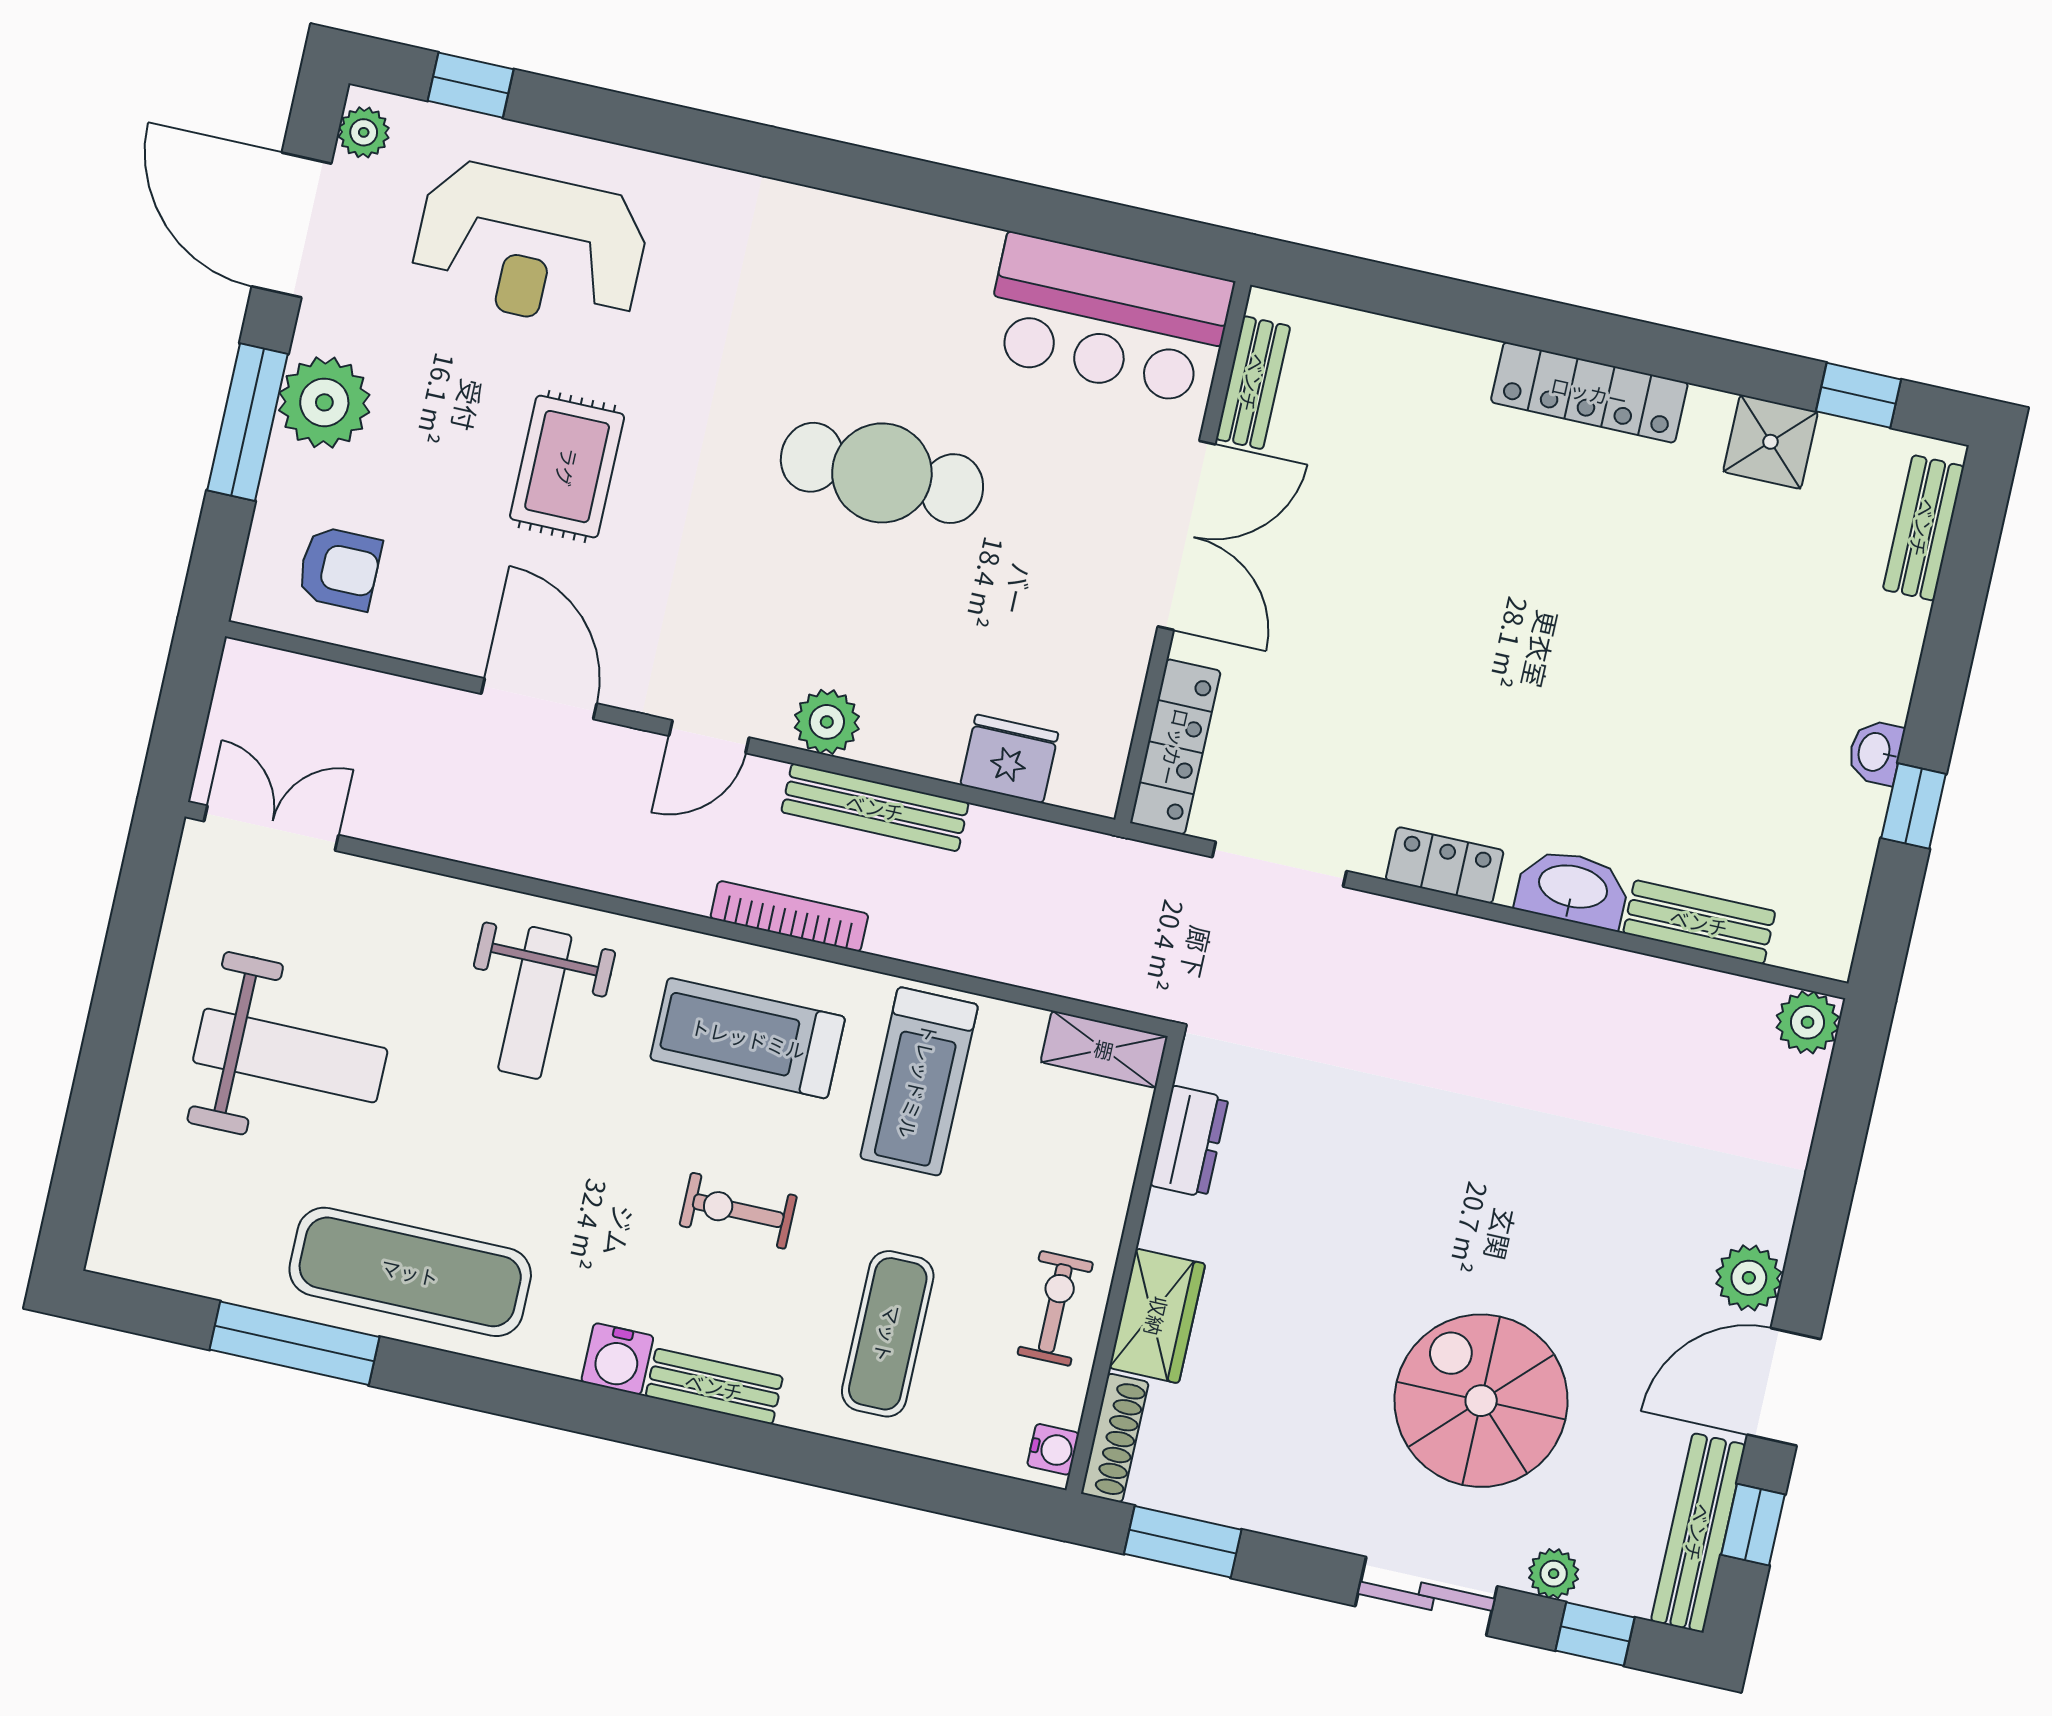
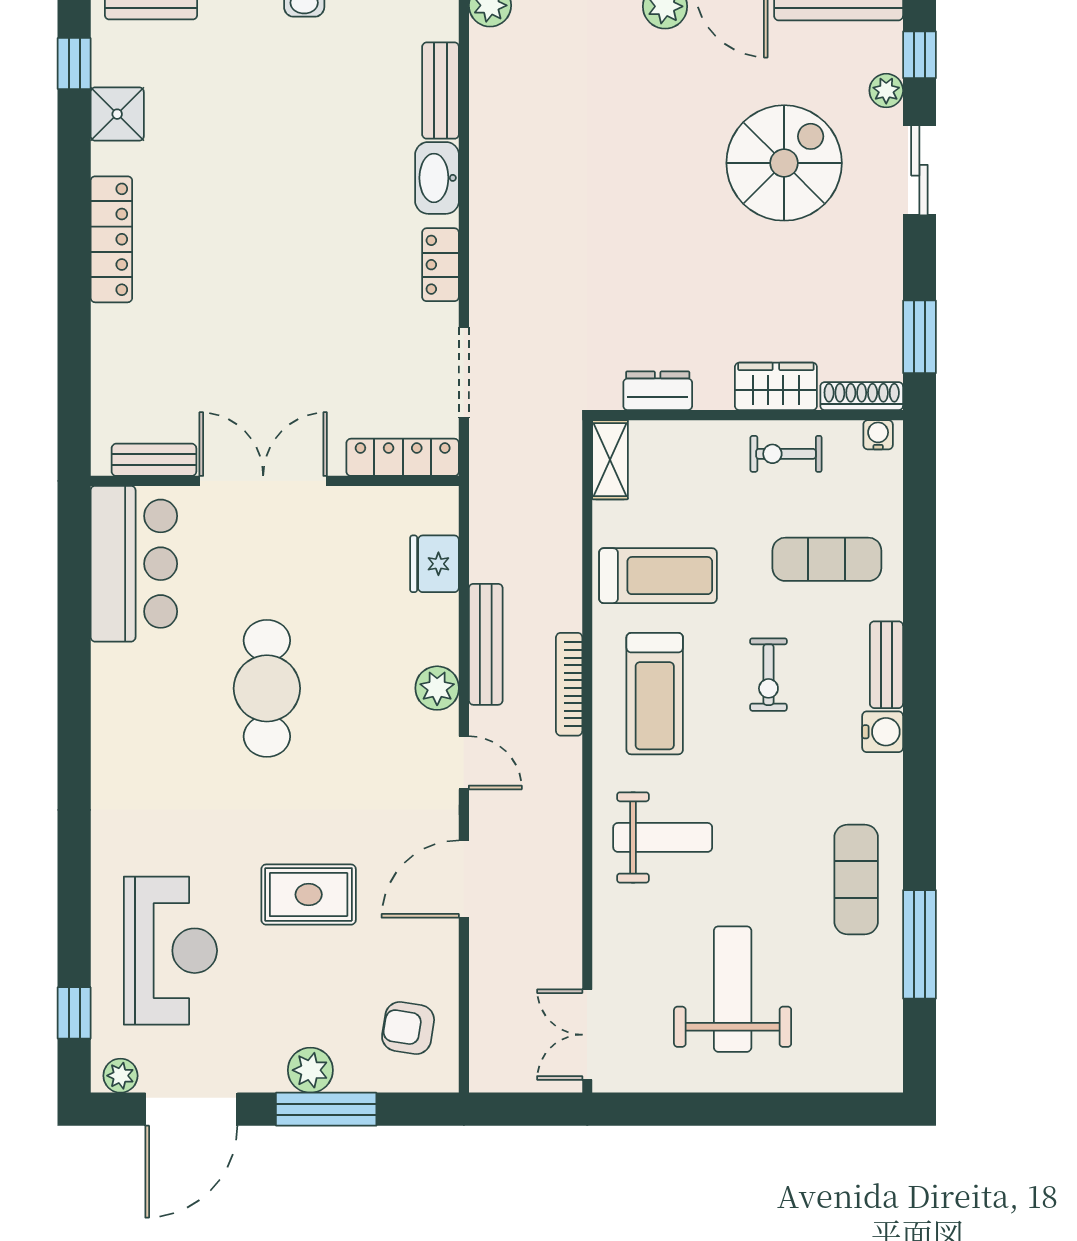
plant: (324, 402) -> (310, 1070), width x0.73, depth x0.73
armchair: (339, 568) -> (408, 1028), turned -81
exercise mat: (410, 1272) -> (856, 879), width x0.73, depth x0.69
spiral stairs: (1481, 1401) -> (784, 163), turned 180

